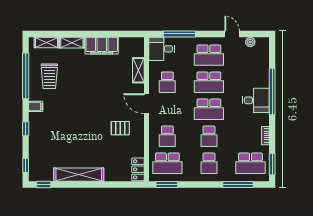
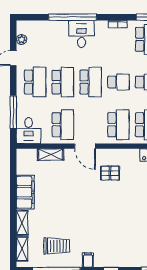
school desk: (167, 82) -> (63, 125), width x1.85
door: (146, 104) -> (85, 146), hinge flipped
pallet: (120, 128) -> (110, 173), turned 90
school desk: (167, 136) -> (118, 125), width x1.85

